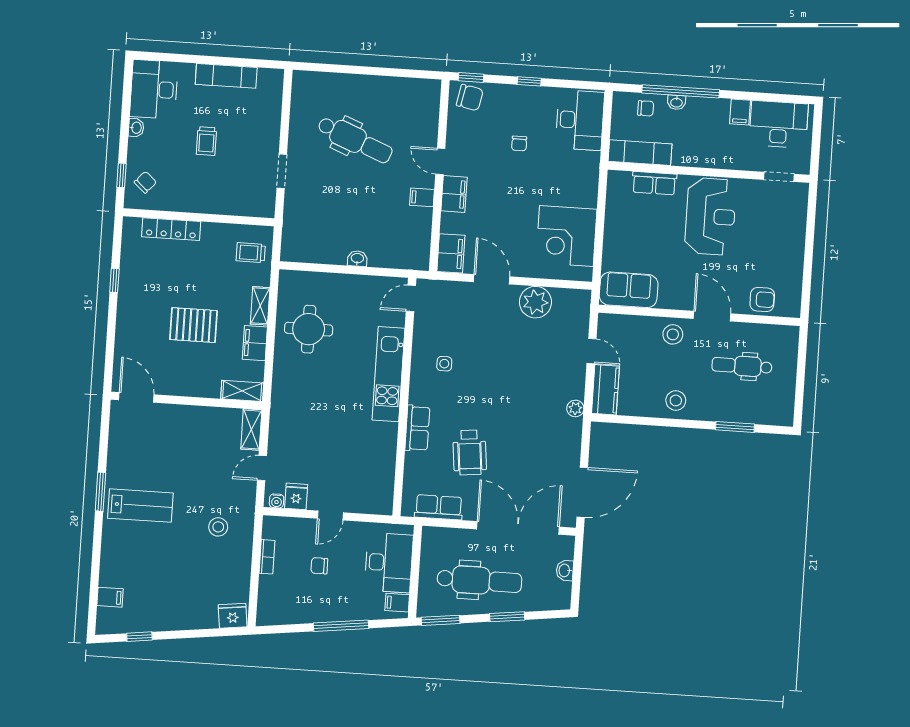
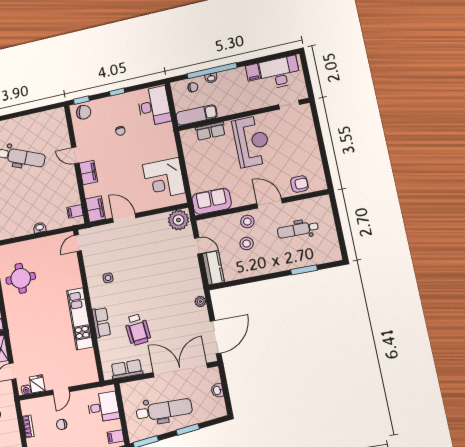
filing cabinet: (422, 197) -> (75, 211), moved
plant: (535, 302) -> (178, 220), moved
kitchen unit: (389, 374) -> (80, 319), moved
stool: (676, 400) -> (247, 244), moved
plant: (575, 408) -> (200, 301), moved
desk: (389, 563) -> (103, 407), width x0.73

